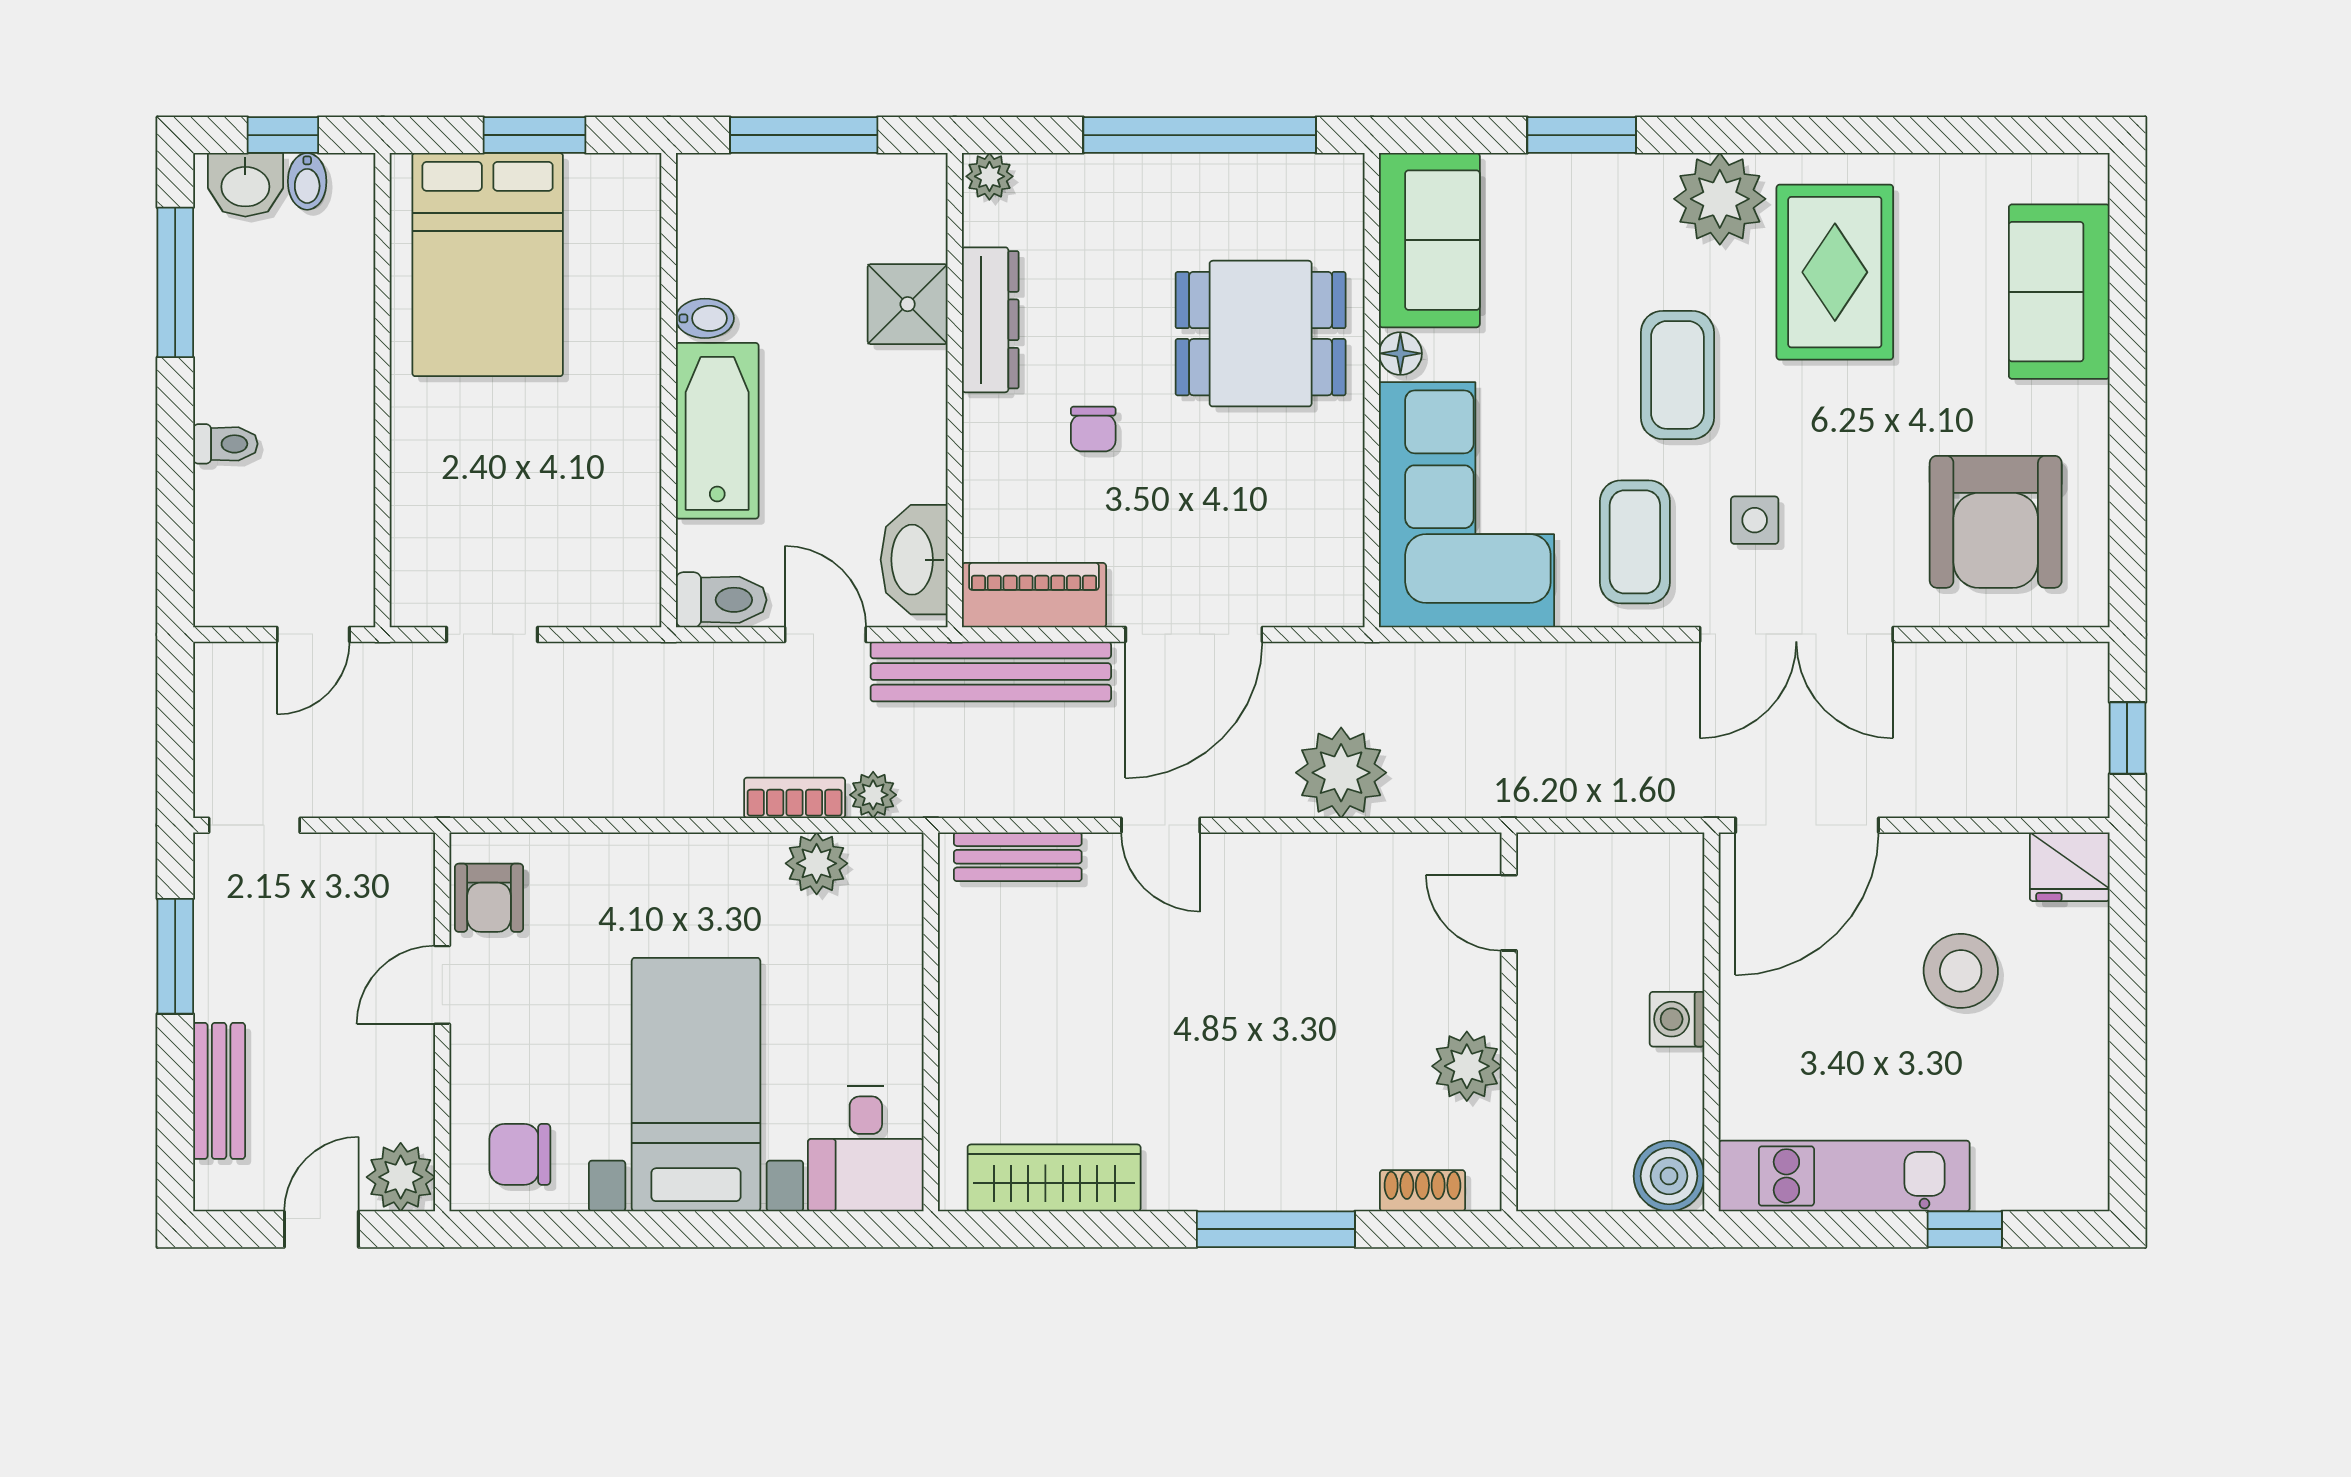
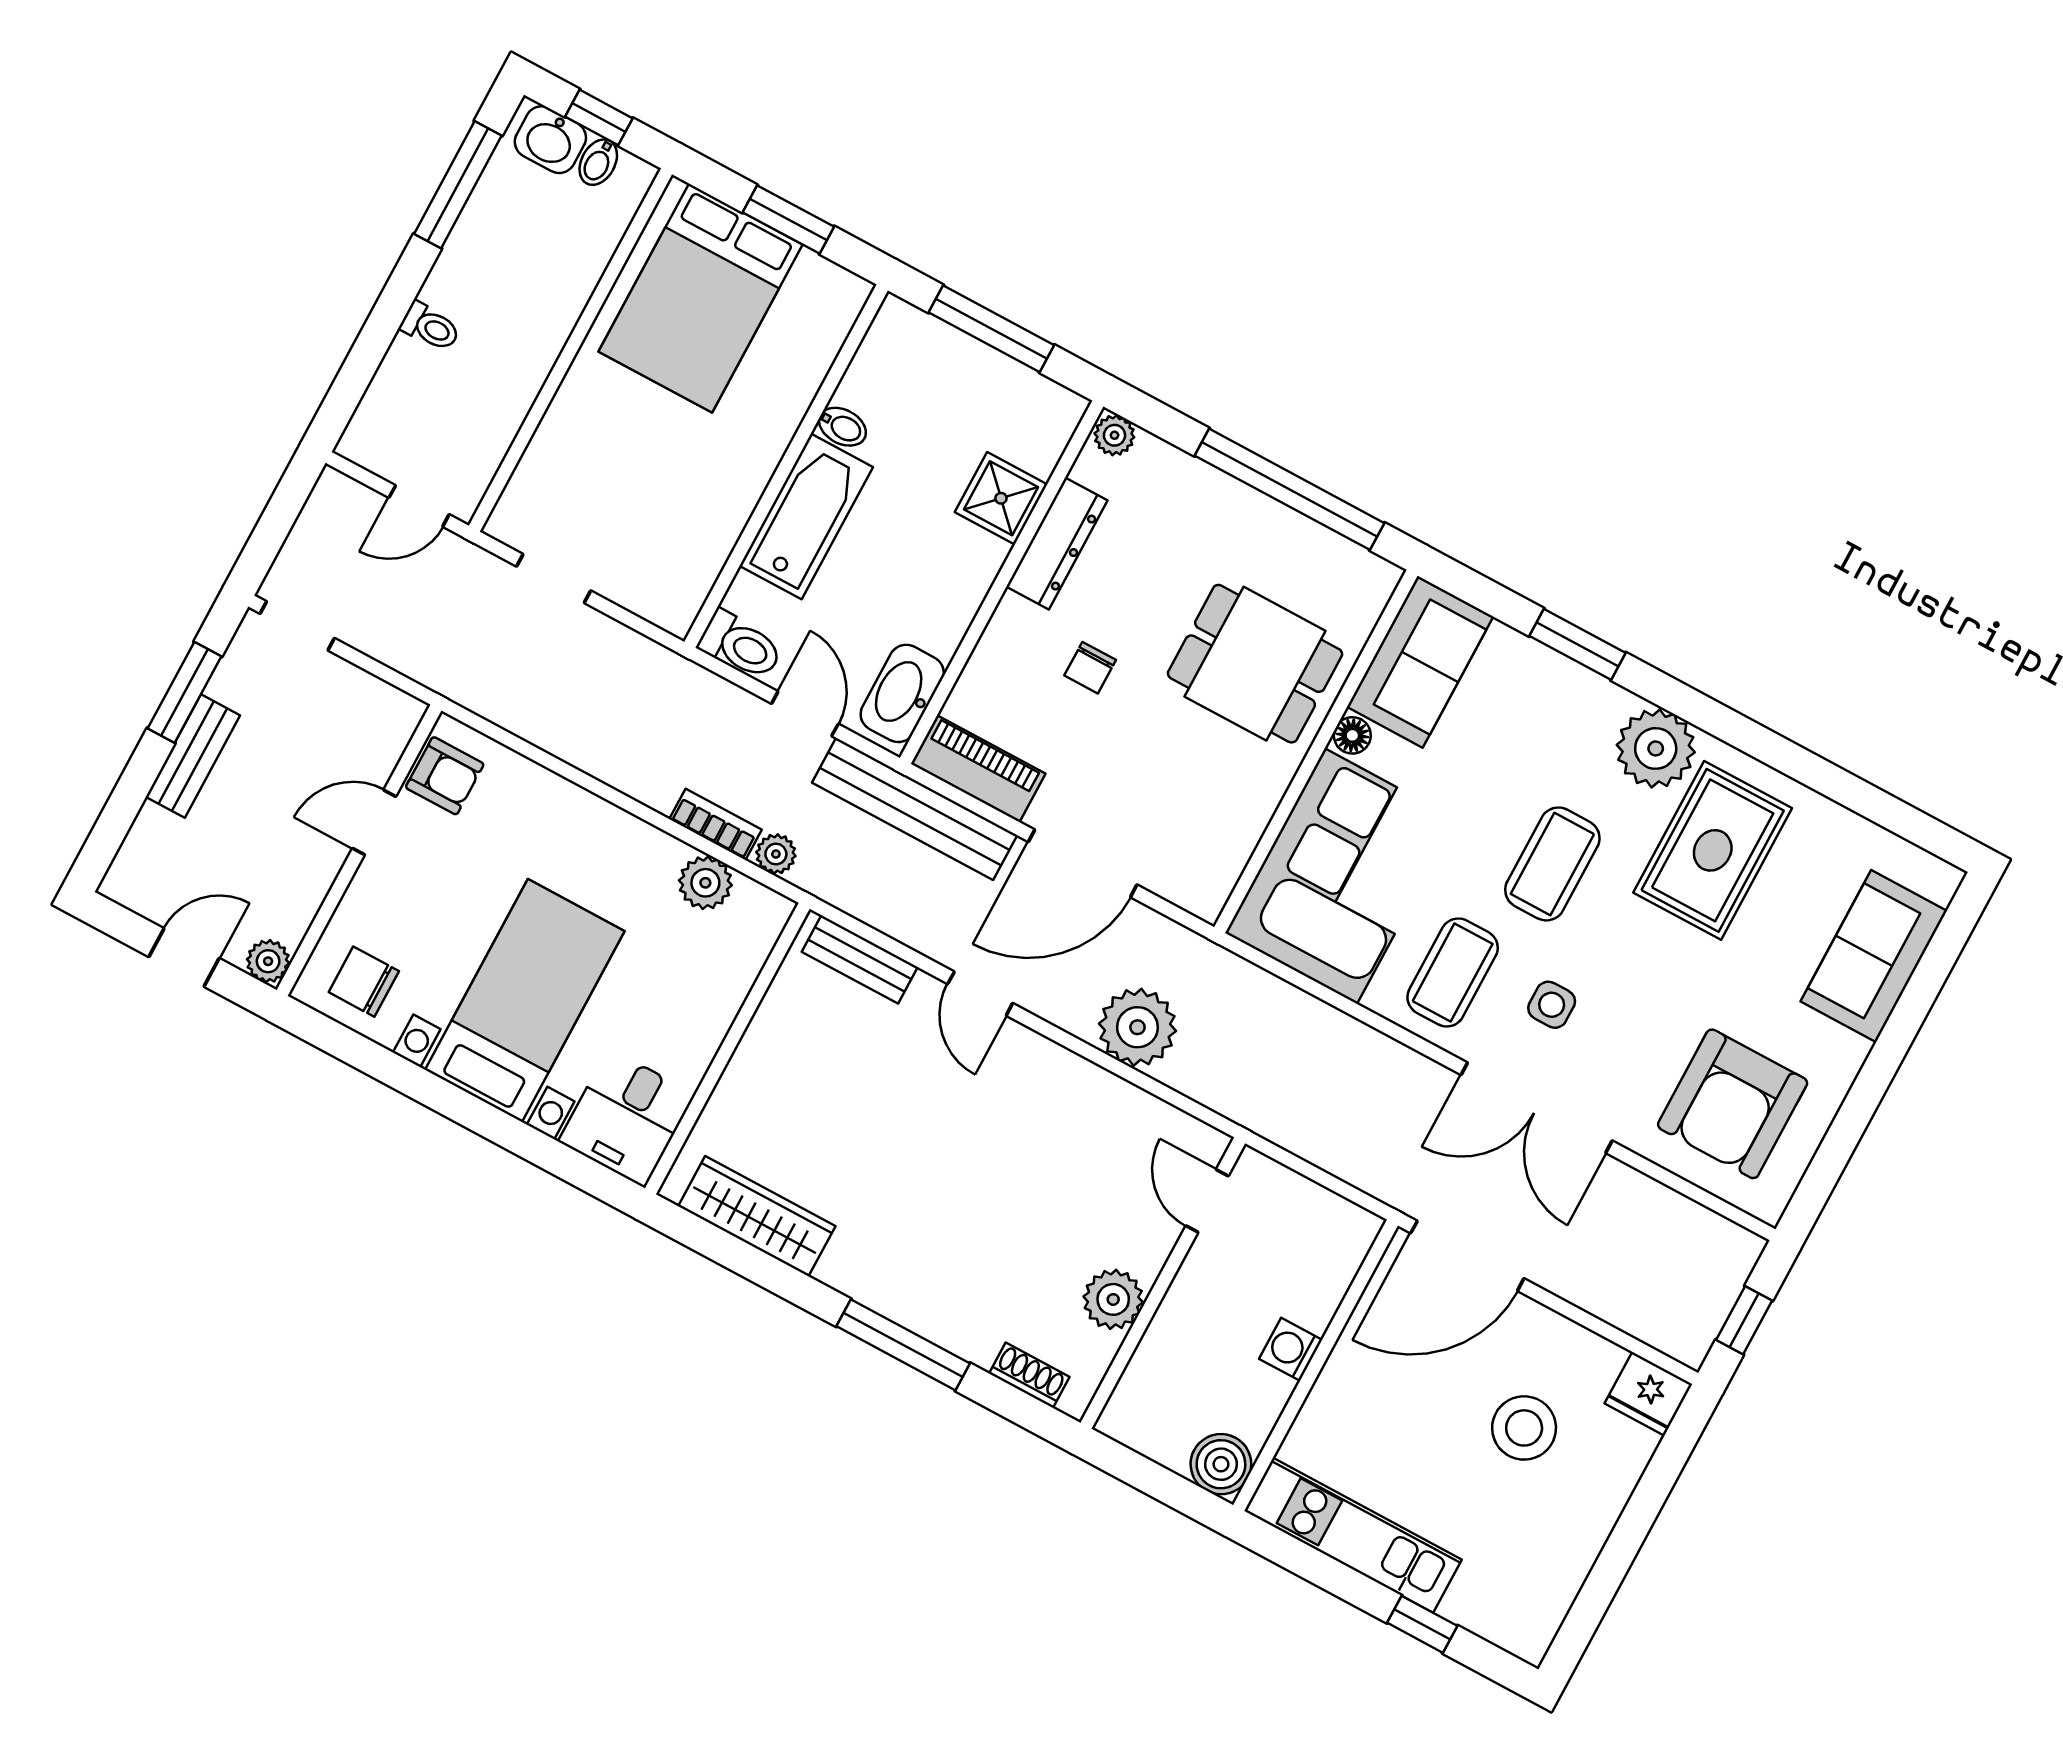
armchair: (489, 898) -> (445, 776), turned -90
bench: (219, 1091) -> (193, 756), moved
plant: (401, 1177) -> (268, 961), width x0.73, depth x0.73

